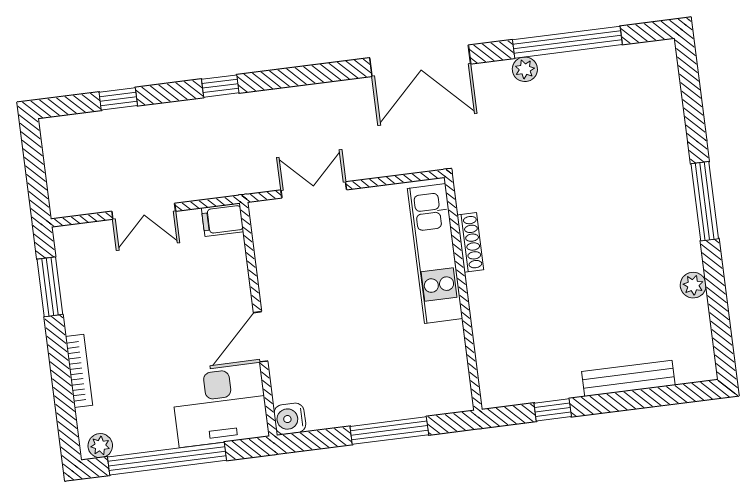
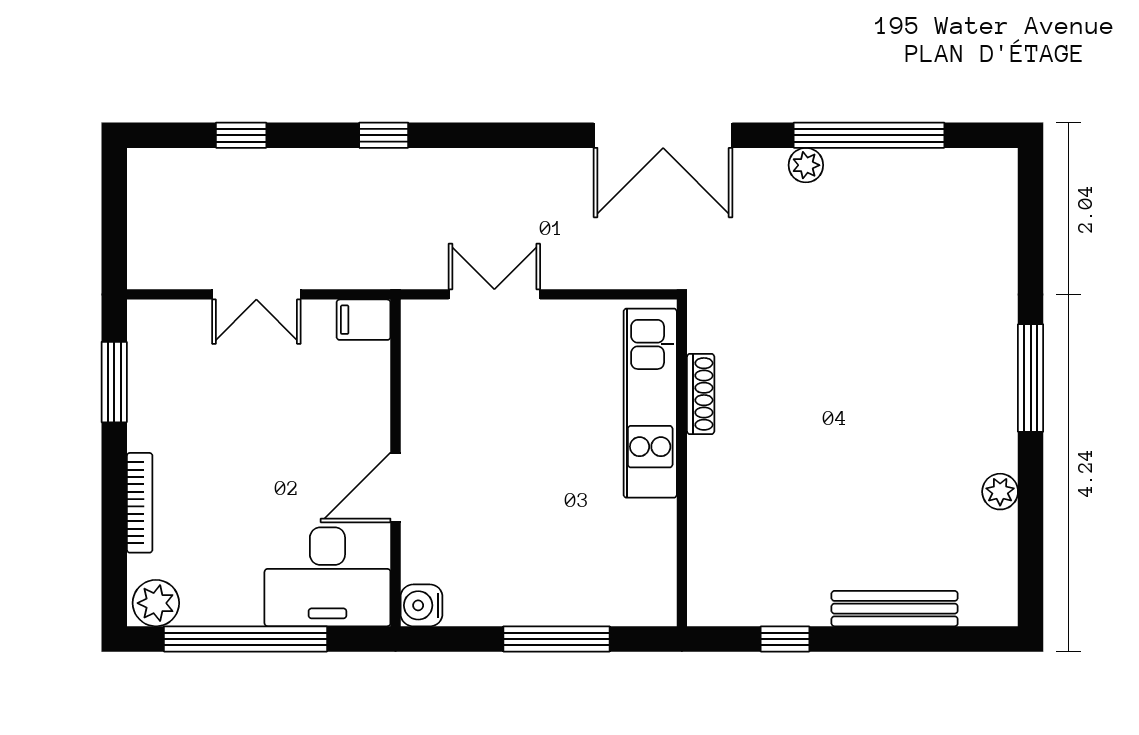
plant: (100, 446) -> (156, 603), width x1.38, depth x1.38

